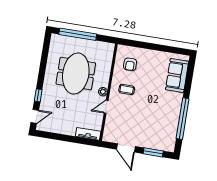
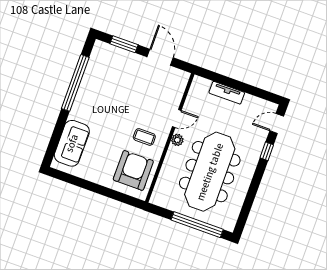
armchair: (130, 64) -> (133, 170), width x1.88, depth x1.88
meeting table: (76, 73) -> (210, 172), width x1.36
tv unit: (88, 134) -> (227, 93), moved

